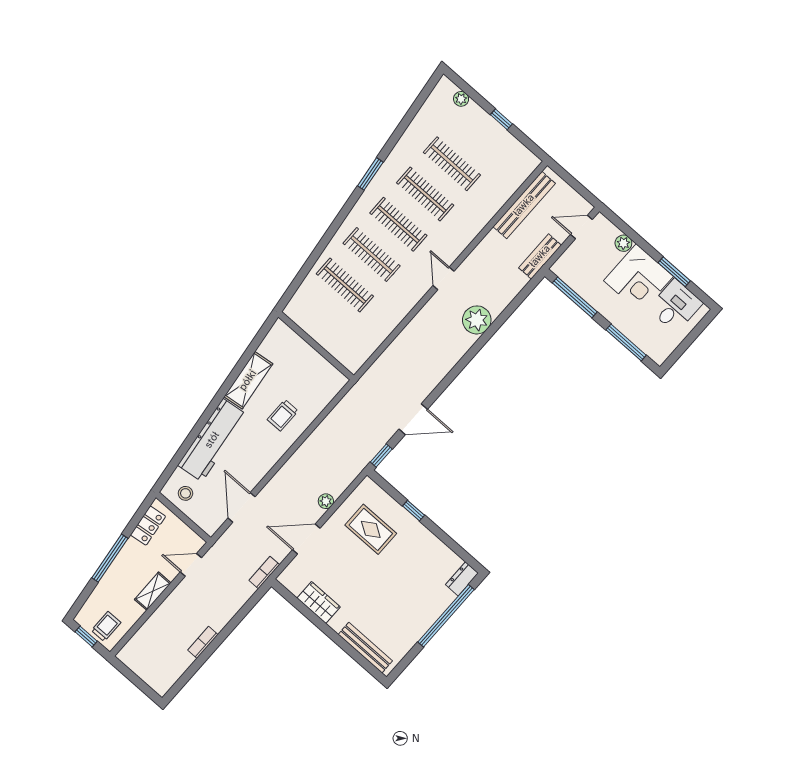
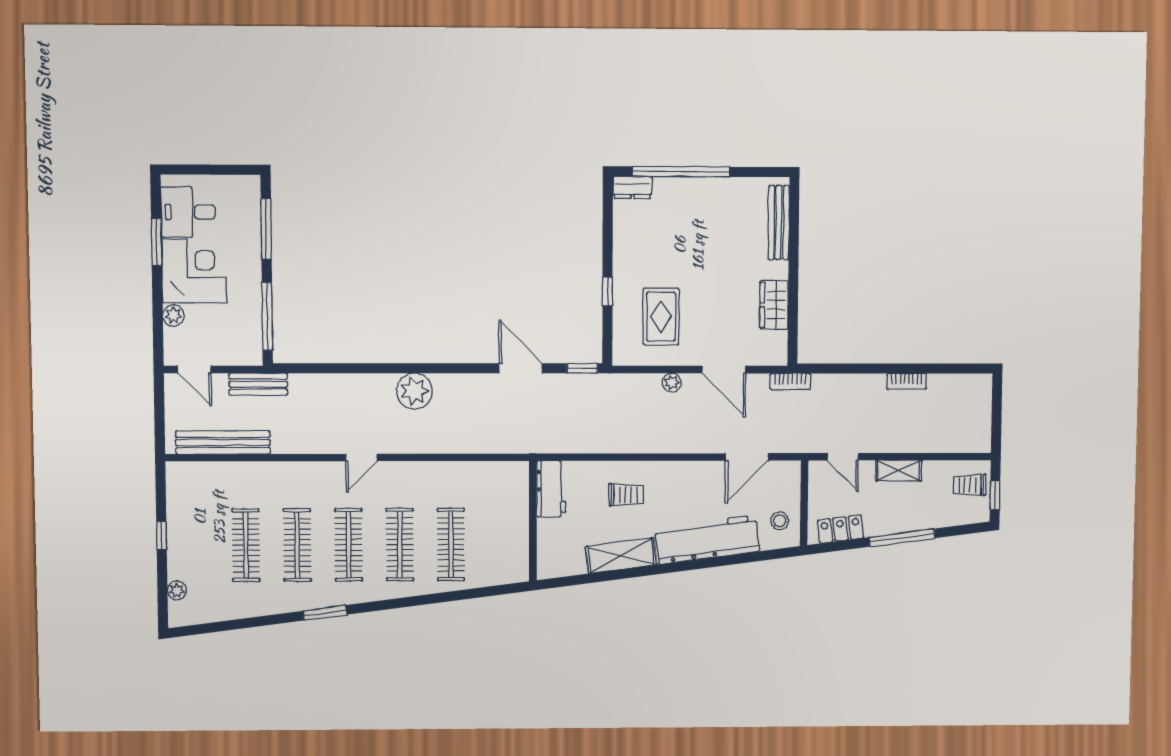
plant: (477, 320) -> (414, 391), moved
workbench: (326, 374) -> (551, 489), added

